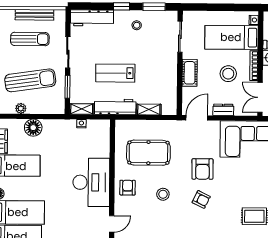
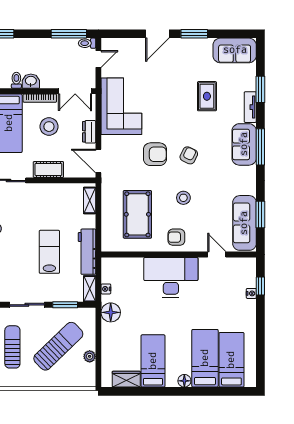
lab bench: (115, 73) -> (49, 252), turned 180
sun lounger: (30, 80) -> (58, 346), turned 54
shelving: (149, 110) -> (90, 200), moved
floor lamp: (33, 128) -> (111, 312), moved

